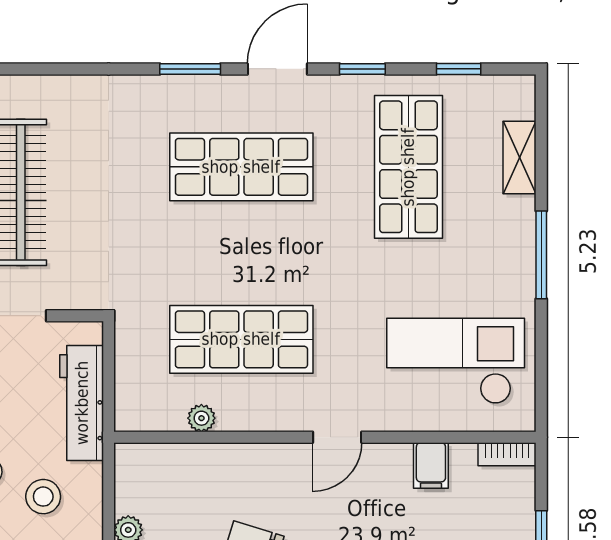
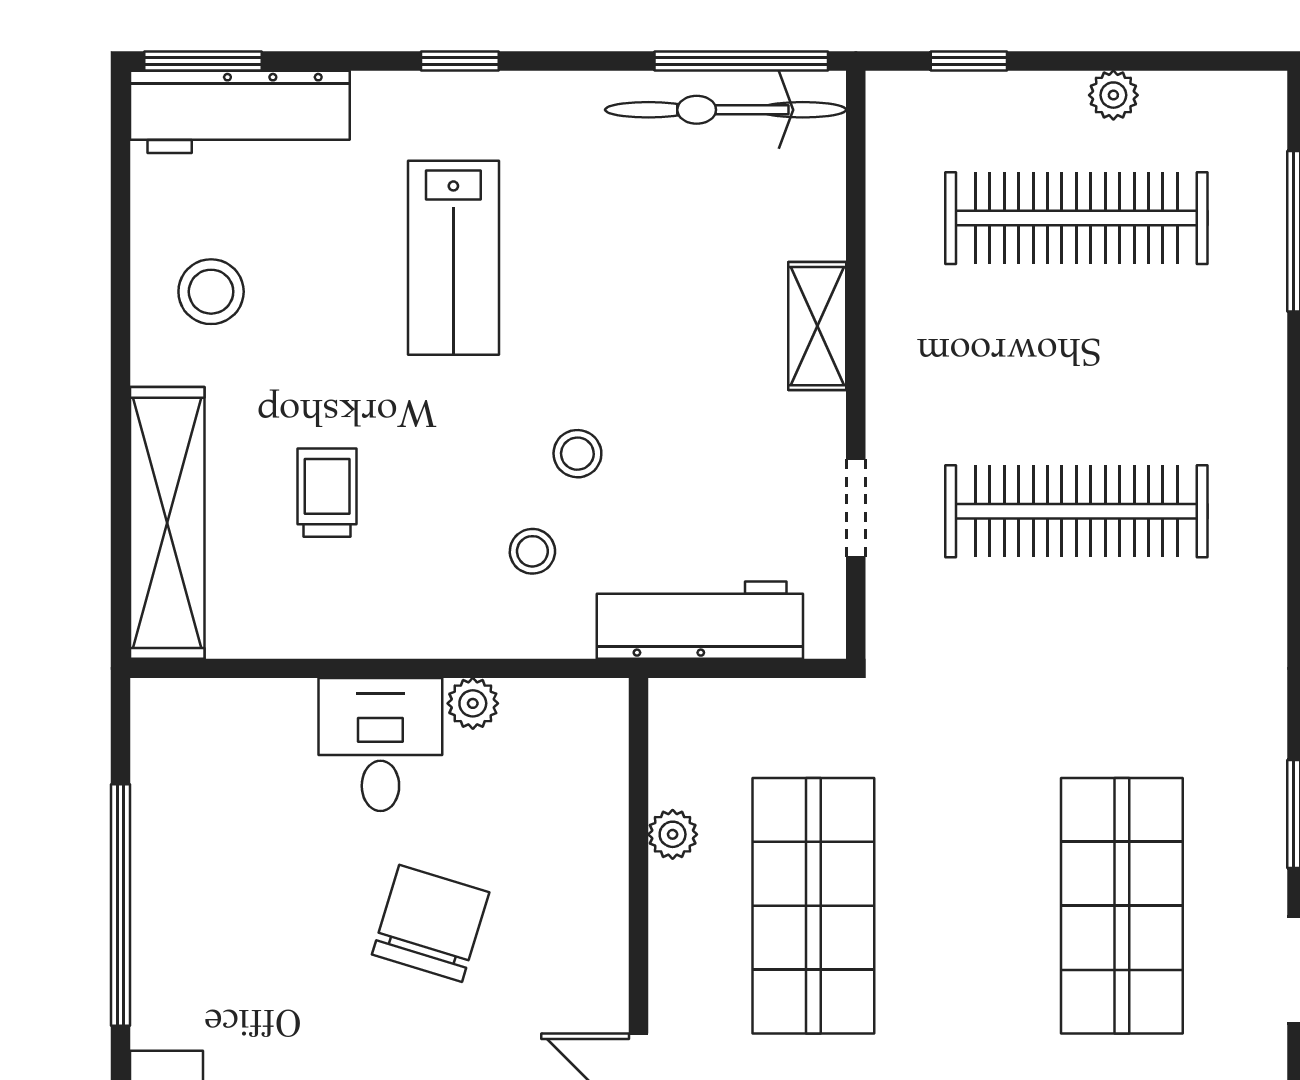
stool: (43, 497) -> (532, 551), width x0.73, depth x0.73

